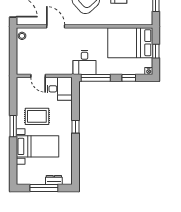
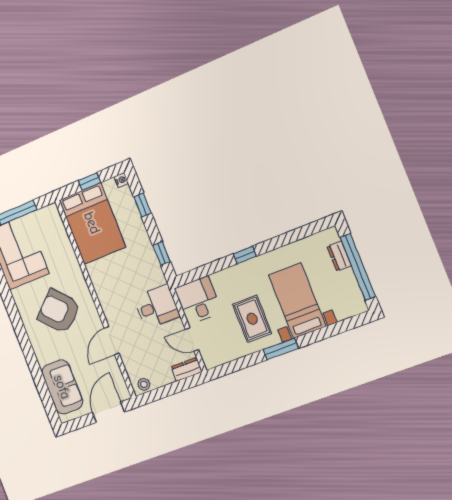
desk: (85, 62) -> (157, 307), moved
dresser: (22, 66) -> (187, 369), added
door: (38, 76) -> (192, 339), swing flipped
window: (96, 78) -> (162, 253), width x0.46
window: (44, 188) -> (358, 267), width x1.46

